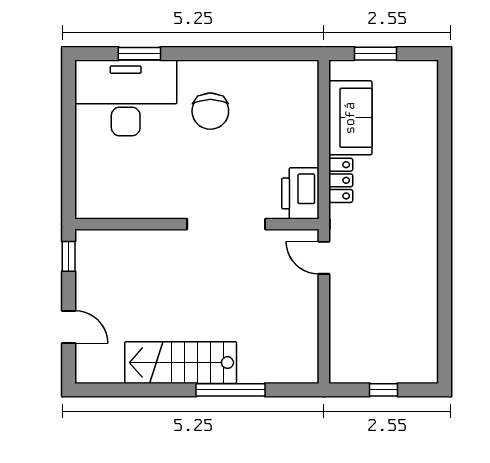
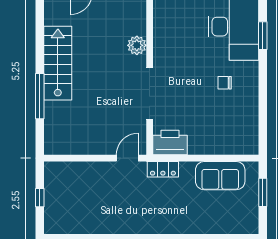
chair: (210, 111) -> (225, 83), width x0.54, depth x0.54
locker: (341, 180) -> (163, 169), moved
plant: (154, 243) -> (137, 45), added

